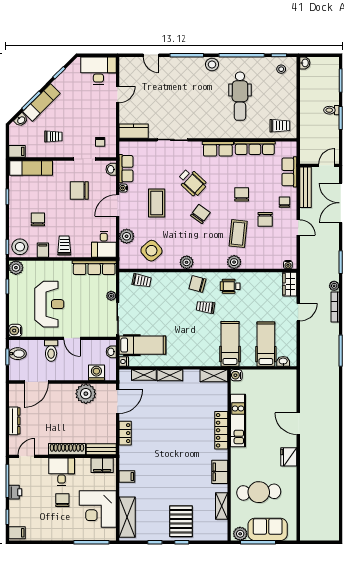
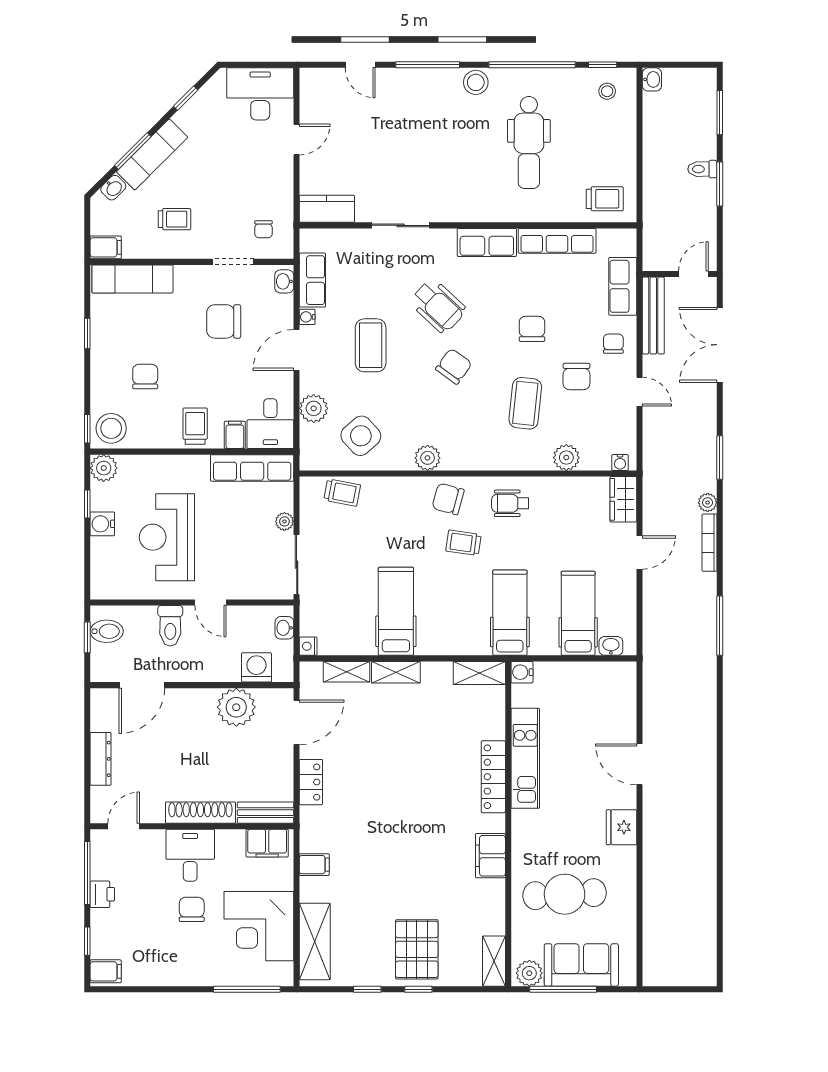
filing cabinet: (43, 250) -> (235, 435), moved
plant: (234, 262) -> (566, 458), moved
reception desk: (49, 304) -> (167, 537), turned 180
water cooler: (15, 331) -> (102, 524), moved
hospital bed: (142, 345) -> (396, 611), moved, turned -90
shelving: (222, 506) -> (494, 961), moved

